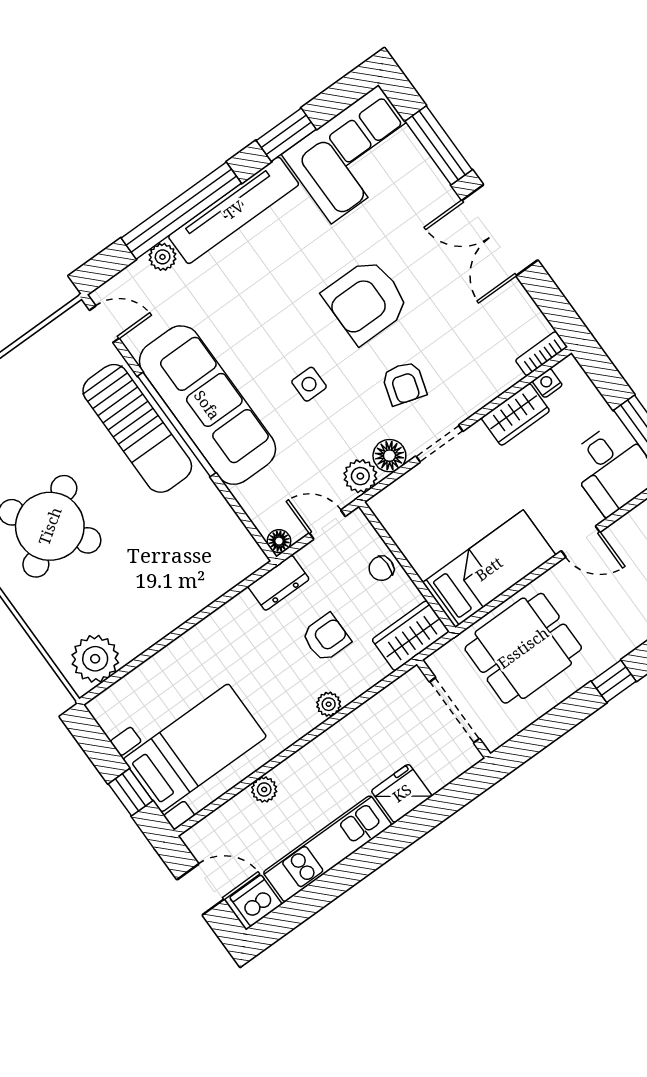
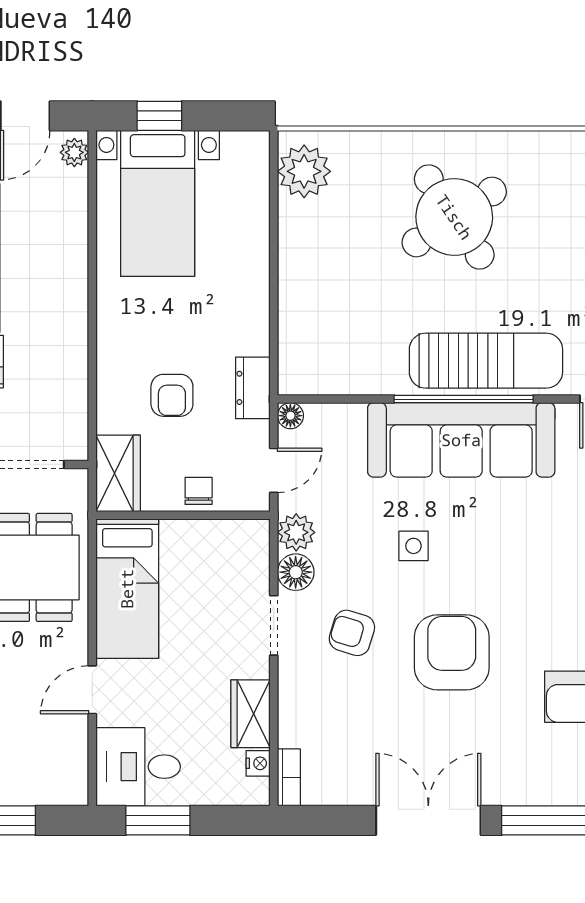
sun lounger: (137, 428) -> (486, 361), turned 180
plant: (329, 704) -> (110, 354), removed
plant: (264, 789) -> (74, 152), moved

